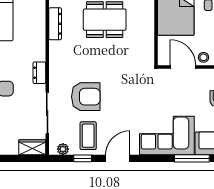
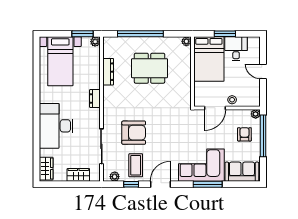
door: (183, 67) -> (215, 108), swing flipped
dresser: (39, 73) -> (95, 99), moved
wardrobe: (32, 147) -> (78, 175), moved
window: (192, 158) -> (208, 184), moved

